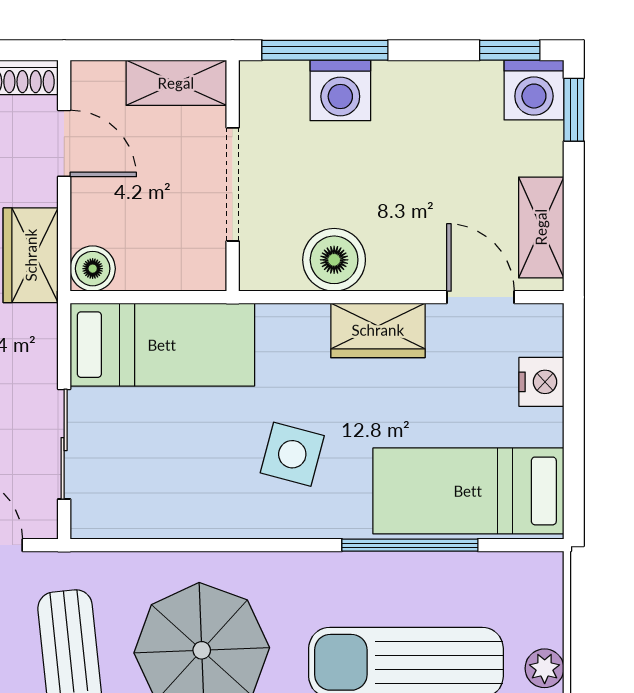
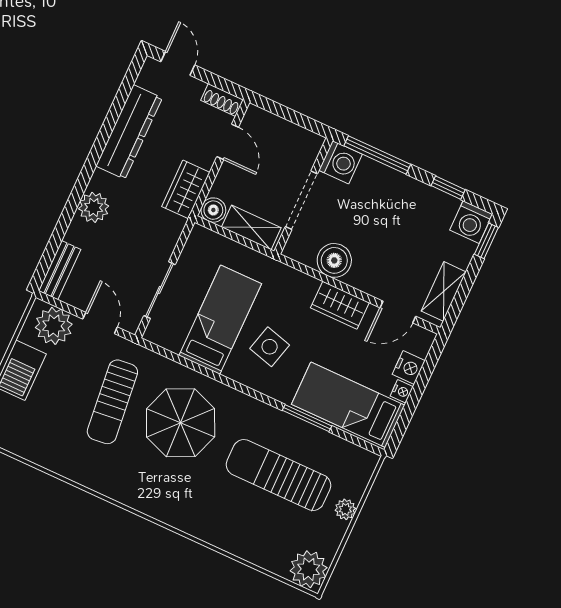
window: (510, 50) -> (448, 188), moved
shelving: (176, 83) -> (251, 227), moved
washing machine: (340, 90) -> (341, 162), moved, turned -90
door: (481, 297) -> (398, 312), swing flipped
bed: (162, 345) -> (220, 320), moved, turned -90
nightstand: (548, 427) -> (402, 391), added
window: (410, 545) -> (307, 418), width x0.69

